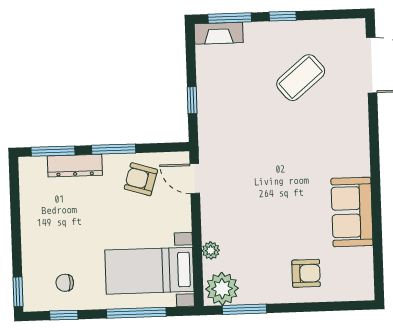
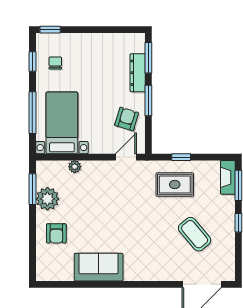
rug: (231, 108) -> (175, 185), added
plant: (222, 289) -> (47, 199), moved

